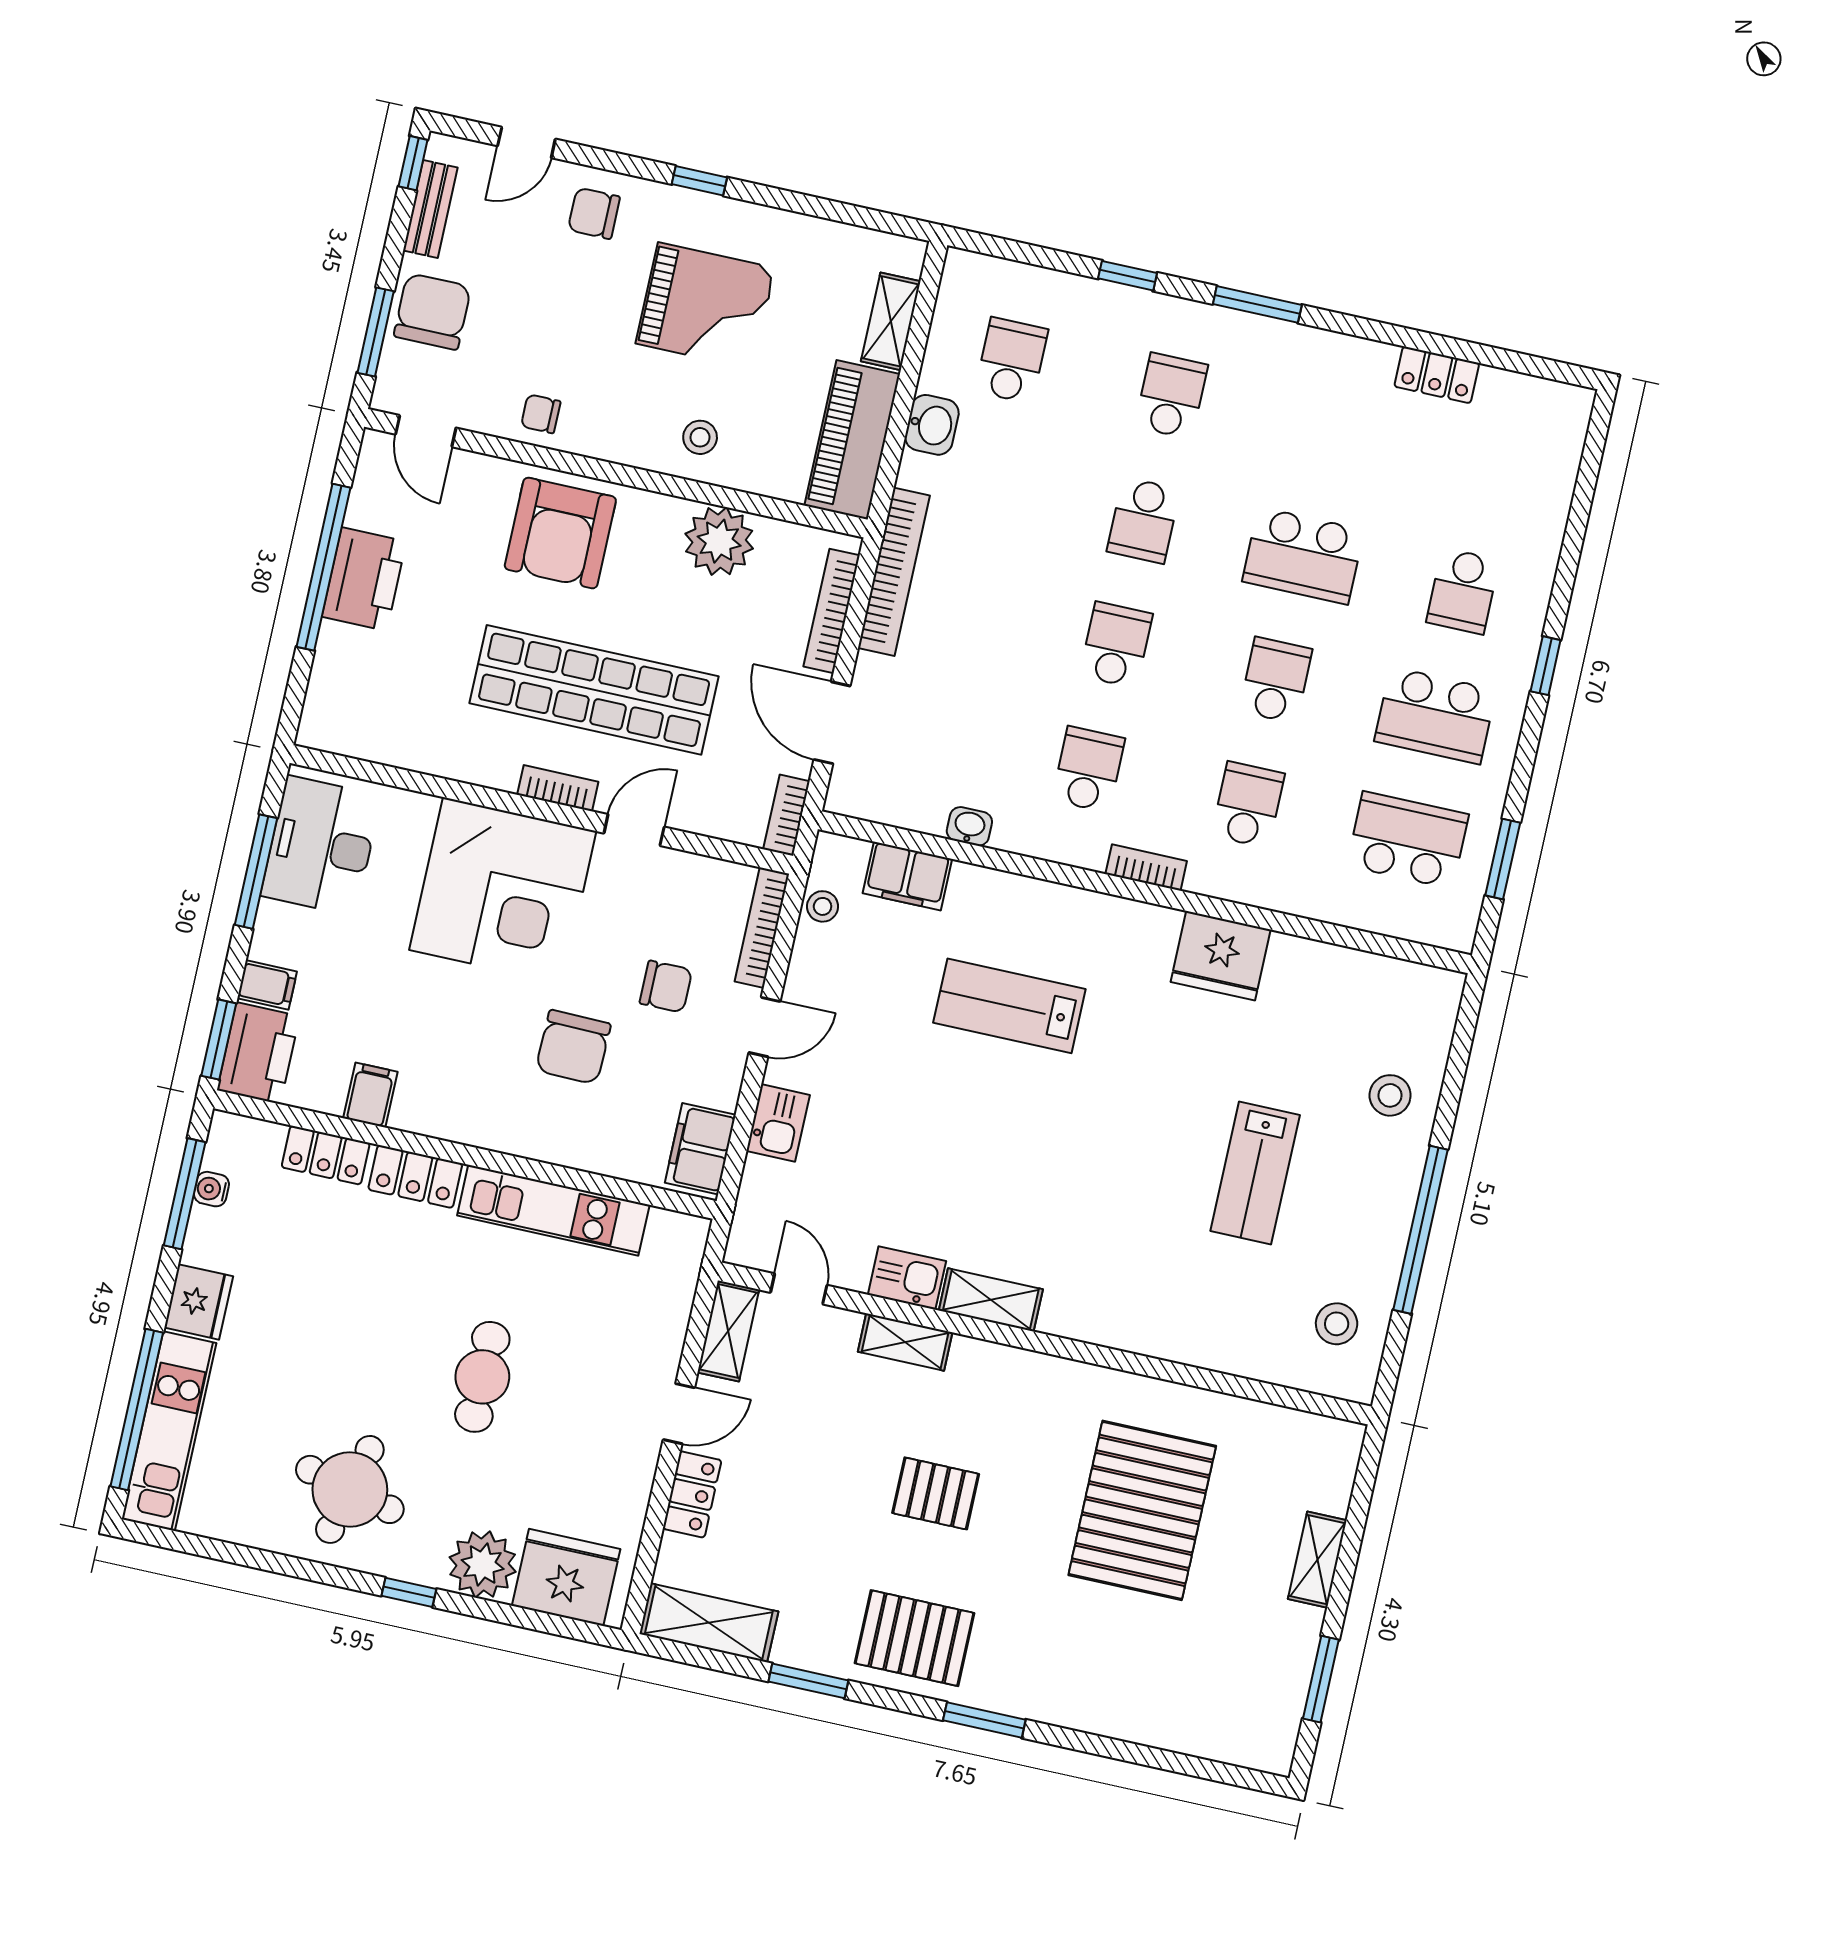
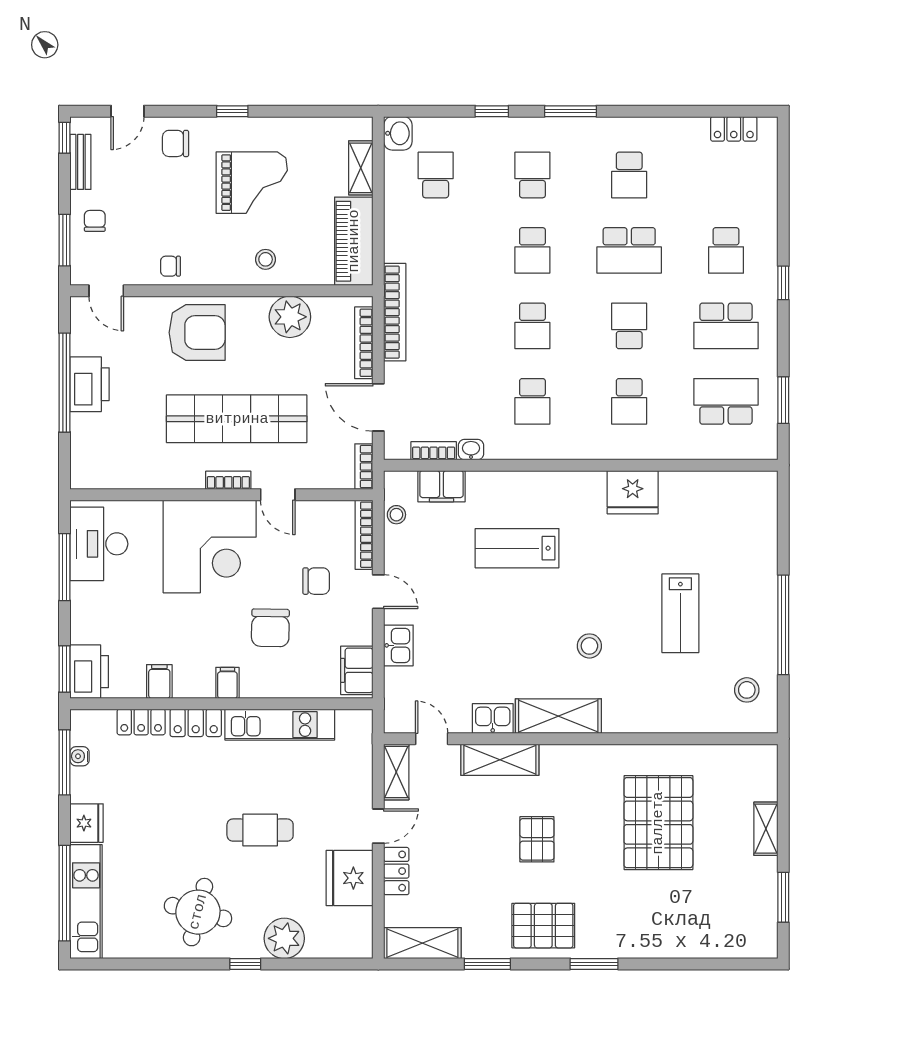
chair: (432, 311) -> (95, 221), width x0.54, depth x0.54
locker: (1437, 375) -> (734, 129), moved
washbasin: (932, 425) -> (398, 133), moved
school desk: (1331, 431) -> (629, 175), added
armchair: (560, 533) -> (197, 333), turned -90
school desk: (1116, 645) -> (532, 326), turned 180
school desk: (1088, 769) -> (532, 401), turned 180
school desk: (1248, 805) -> (629, 401), turned 180
door: (634, 830) -> (278, 495), swing flipped
bookcase: (1146, 868) -> (434, 451), moved
filing cabinet: (267, 985) -> (227, 683), moved, turned -90
door: (765, 1027) -> (378, 592), hinge flipped
stool: (1390, 1095) -> (589, 646), moved
shelving: (991, 1300) -> (558, 716), width x1.50, depth x1.33
shelving: (905, 1342) -> (500, 760), width x1.50, depth x1.33
cafe table: (482, 1377) -> (260, 830), turned 90
pallet: (936, 1493) -> (537, 839), turned 90
fridge: (566, 1577) -> (350, 878), moved, turned -90

